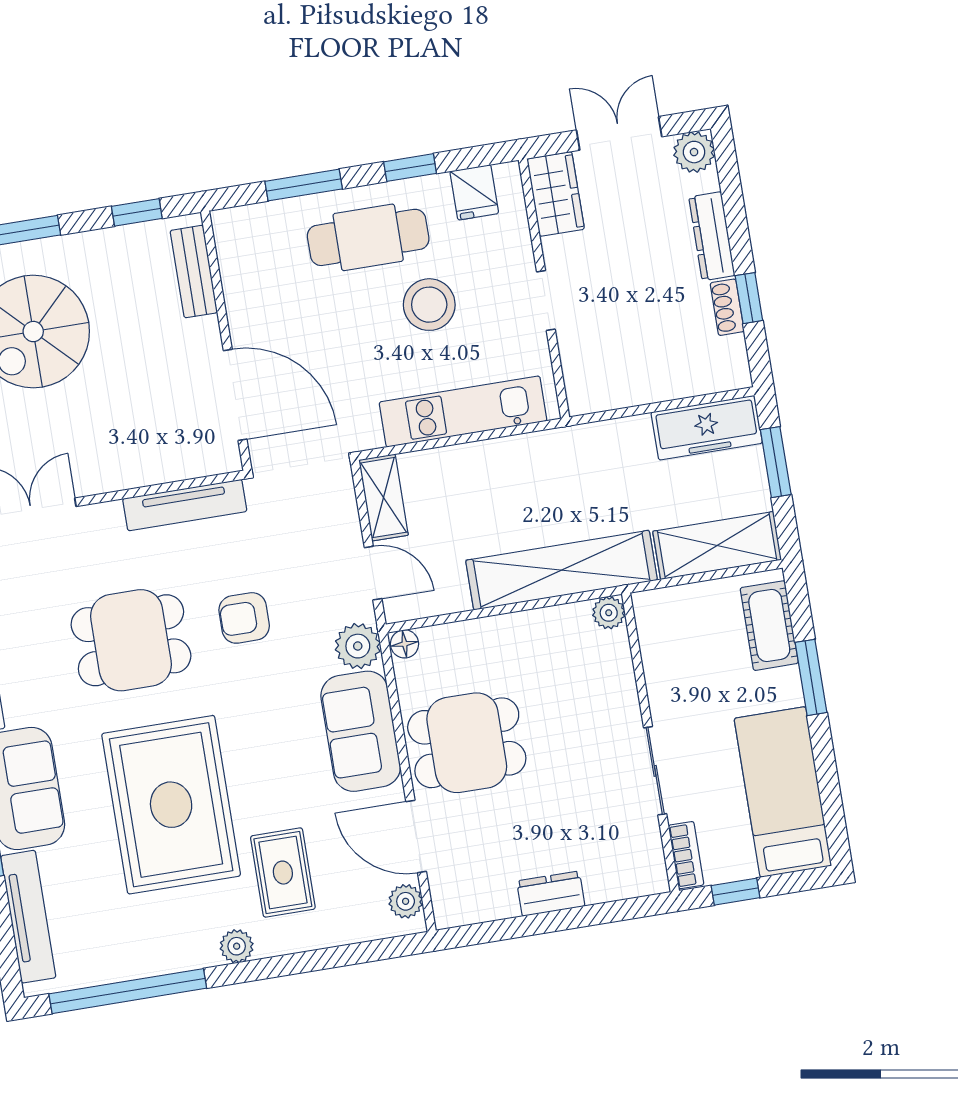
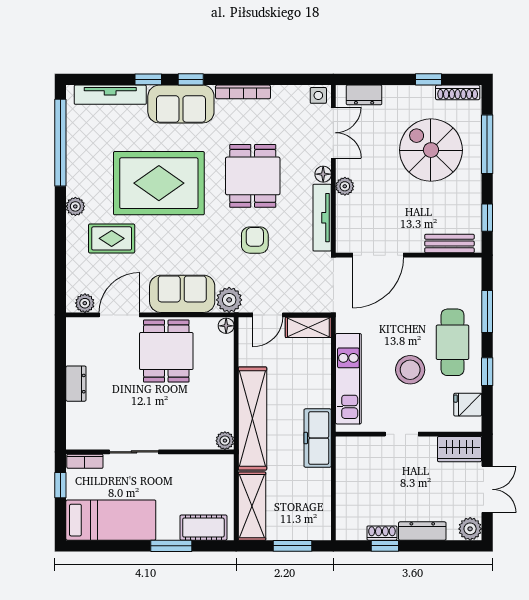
freezer: (707, 428) -> (318, 438), moved
plant: (123, 474) -> (345, 186), added
floor lamp: (107, 516) -> (323, 174), added

